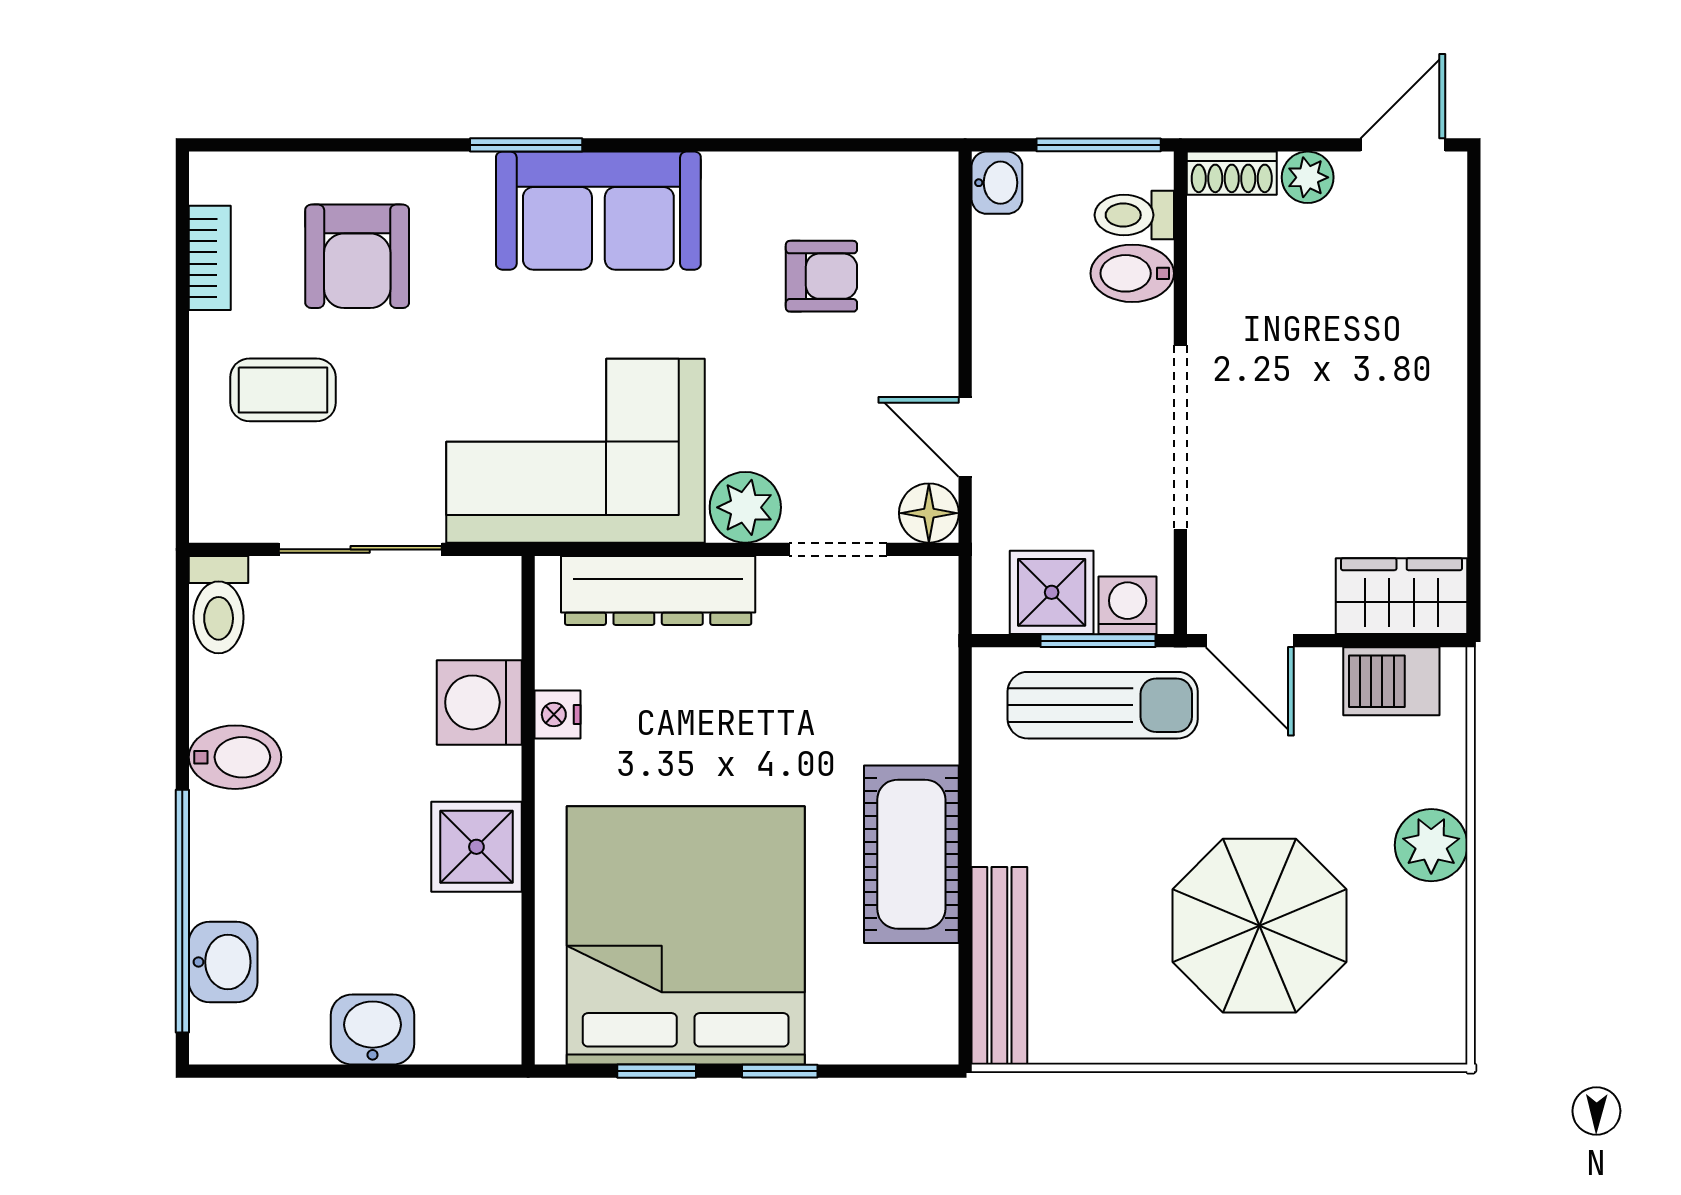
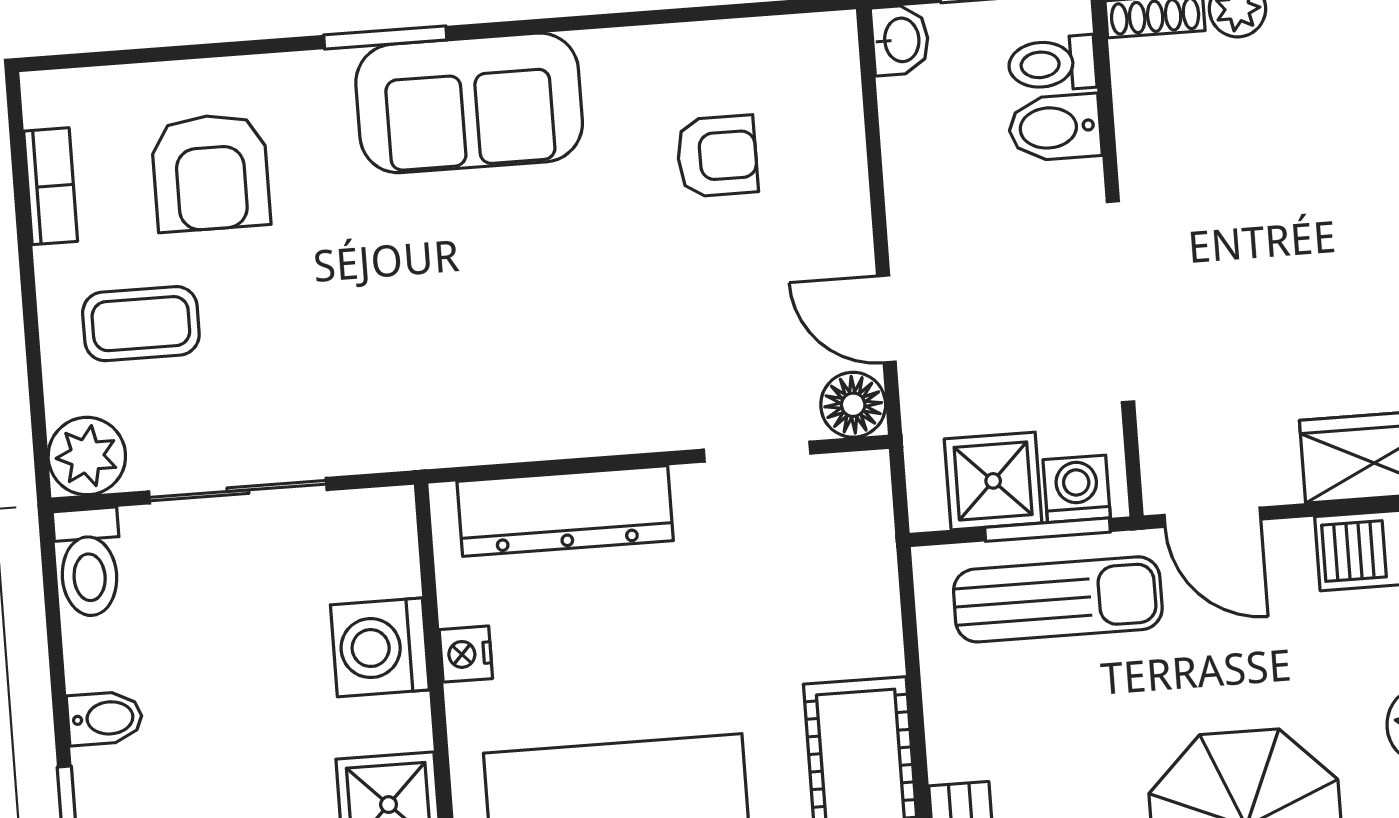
corner sofa: (576, 451) -> (464, 366), removed
plant: (745, 507) -> (87, 456), moved
bidet: (235, 757) -> (105, 718), width x0.72, depth x0.74

